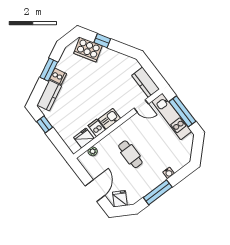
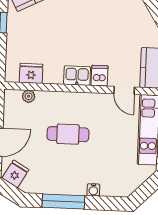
dishwasher: (97, 128) -> (100, 76), moved
cafe table: (130, 154) -> (68, 134), turned 90

